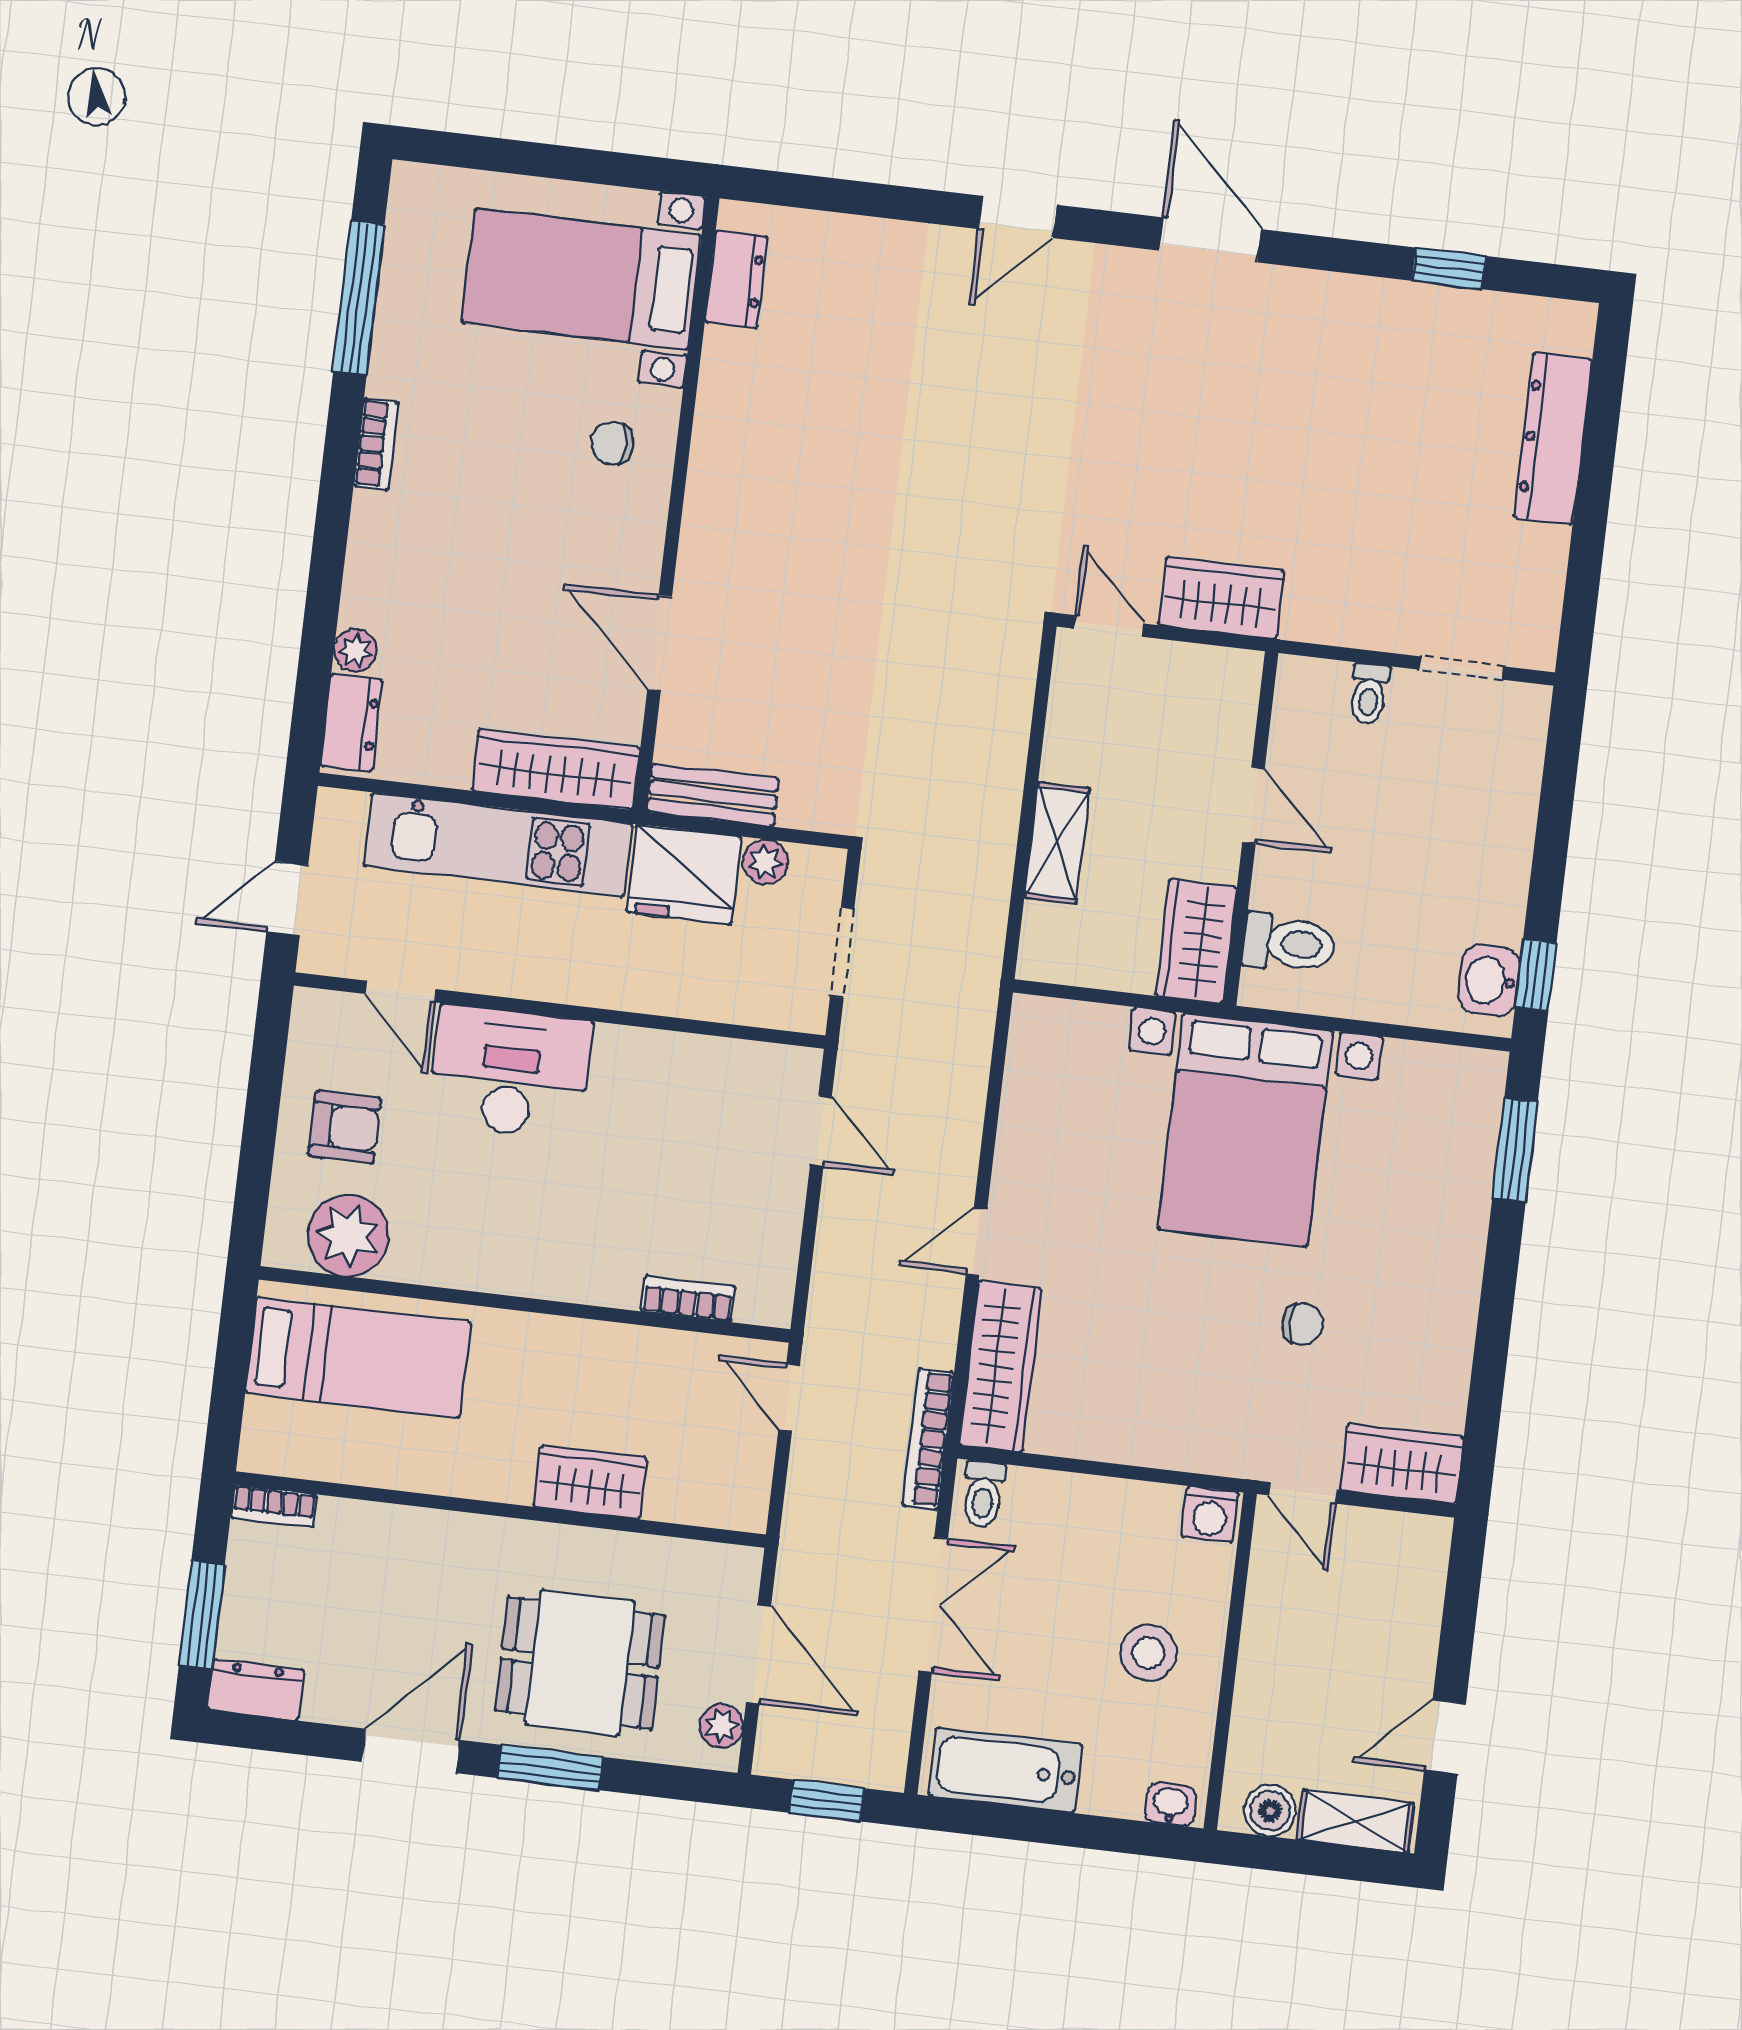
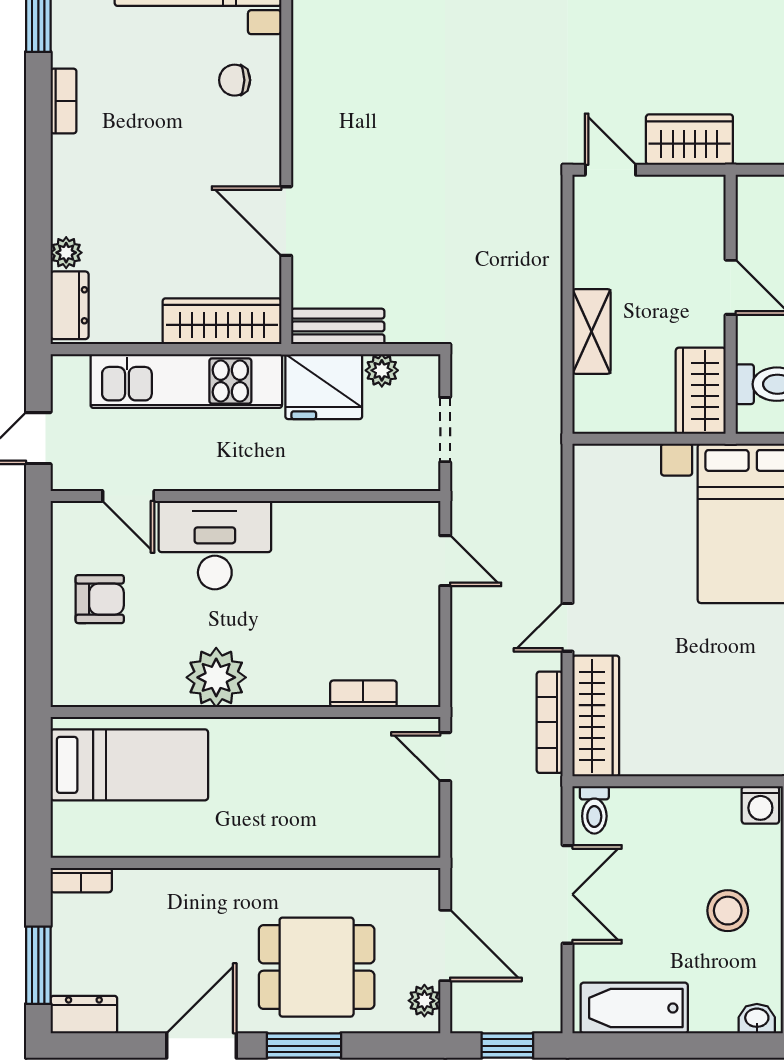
plant: (348, 1236) -> (216, 677), moved
bookcase: (928, 1439) -> (550, 722), moved
wardrobe: (590, 1482) -> (308, 835), removed

